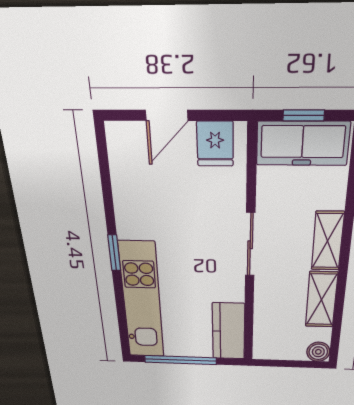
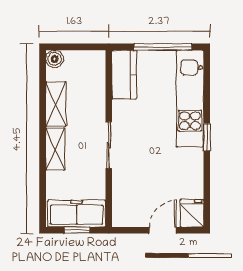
fridge: (215, 144) -> (192, 213), moved

